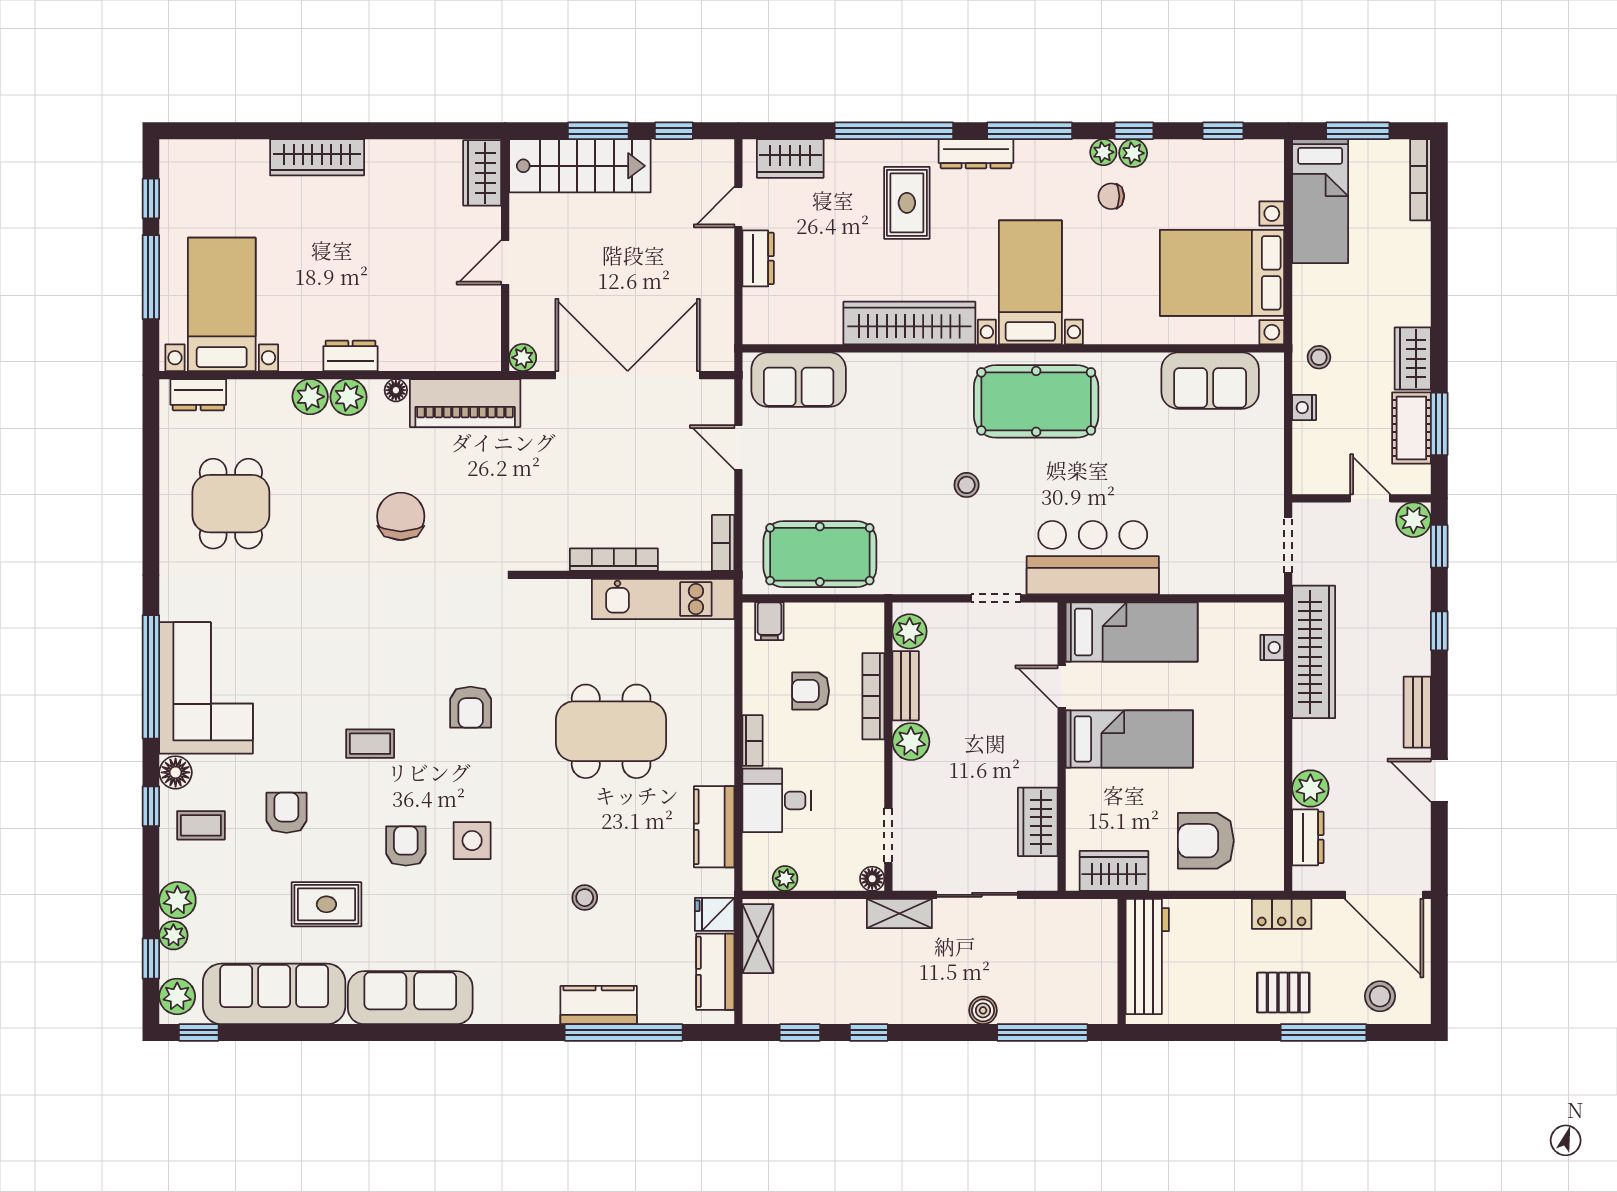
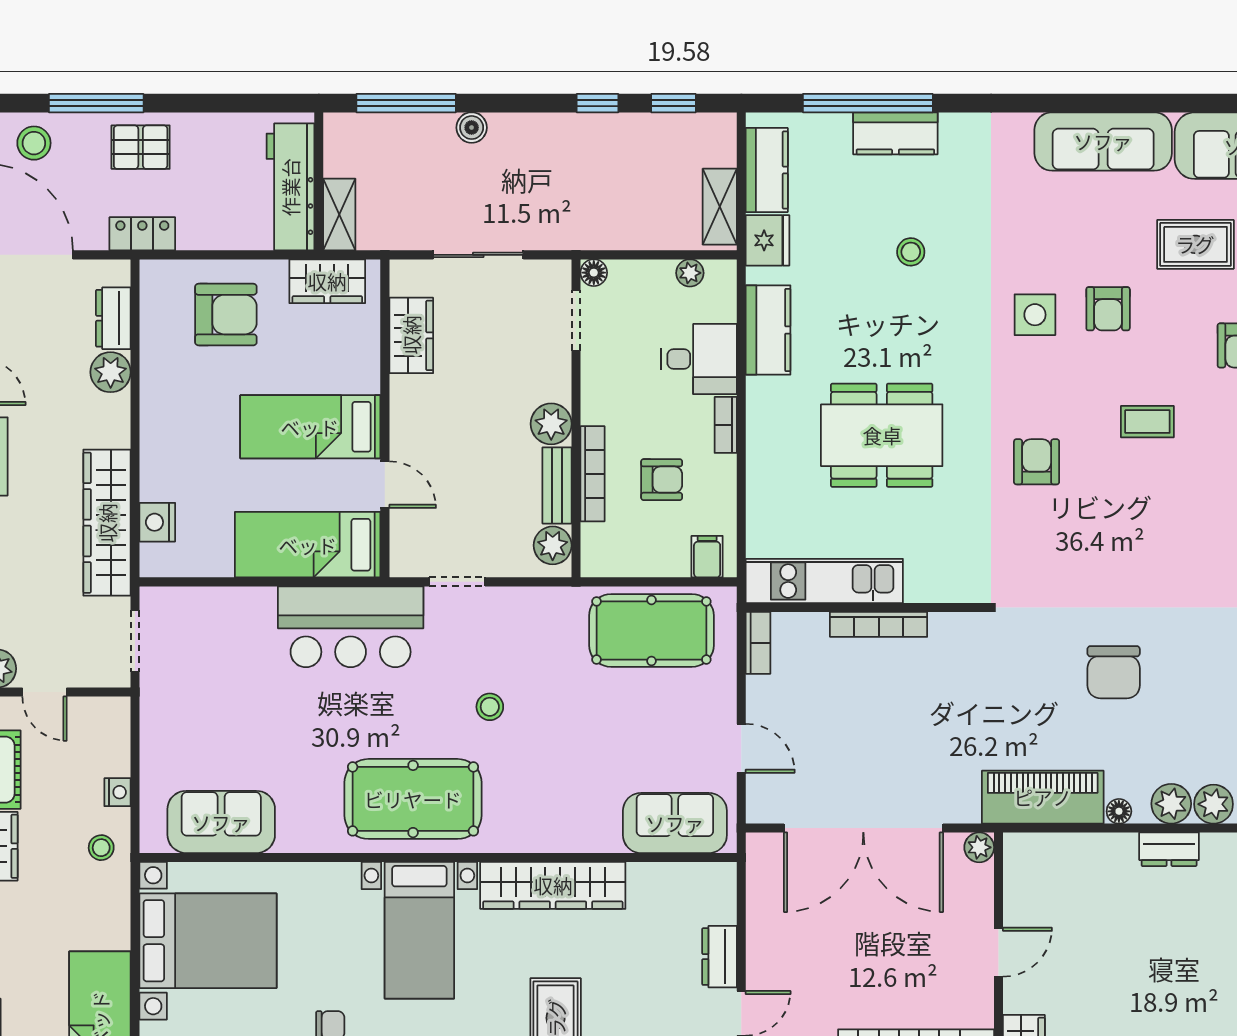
nightstand: (1272, 647) -> (157, 522), width x1.39, depth x1.35
fridge: (715, 914) -> (768, 240), width x1.38
shelving: (899, 914) -> (339, 215), moved, turned 90

